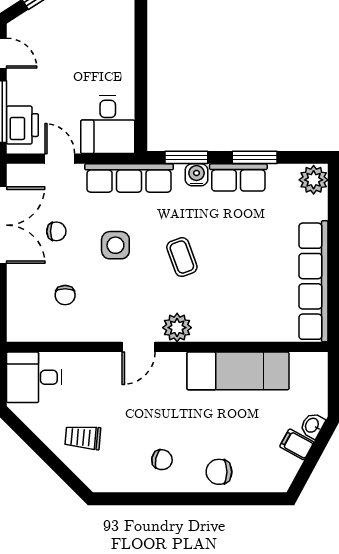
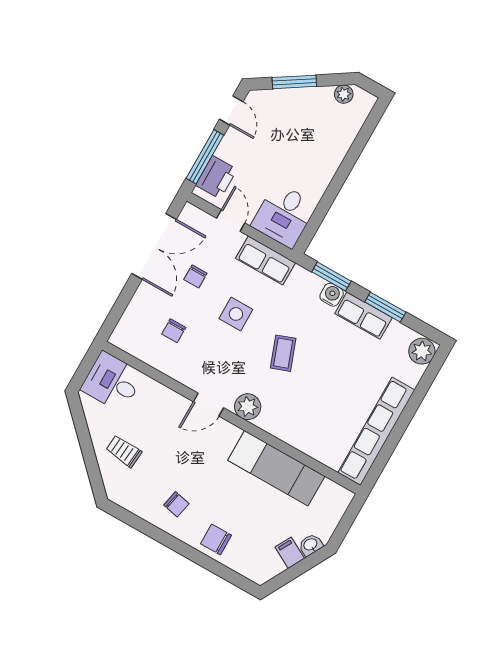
row of seats: (129, 178) -> (266, 260), width x0.68
chair: (56, 231) -> (195, 276), turned 90

